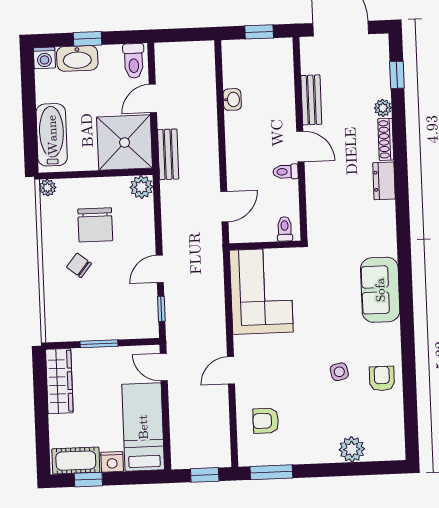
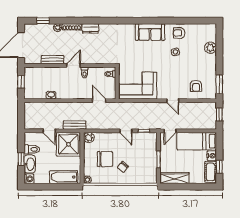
toilet: (134, 61) -> (32, 149), moved
sofa: (380, 290) -> (150, 32), moved

